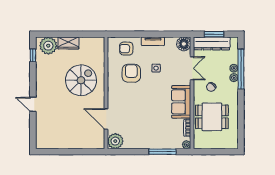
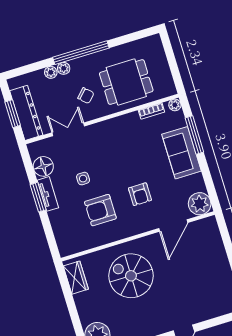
window: (153, 34) -> (38, 197), added
wardrobe: (68, 43) -> (76, 278), moved
floor lamp: (184, 44) -> (43, 166), moved
armchair: (126, 49) -> (140, 194), moved
window: (241, 69) -> (81, 53), moved
sofa: (181, 102) -> (182, 153), moved, turned 90
dining table: (212, 117) -> (126, 82), turned 90

